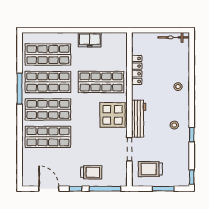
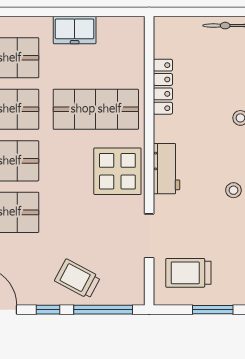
workbench: (139, 119) -> (166, 169), width x0.73
trolley: (91, 172) -> (78, 279), turned -152

